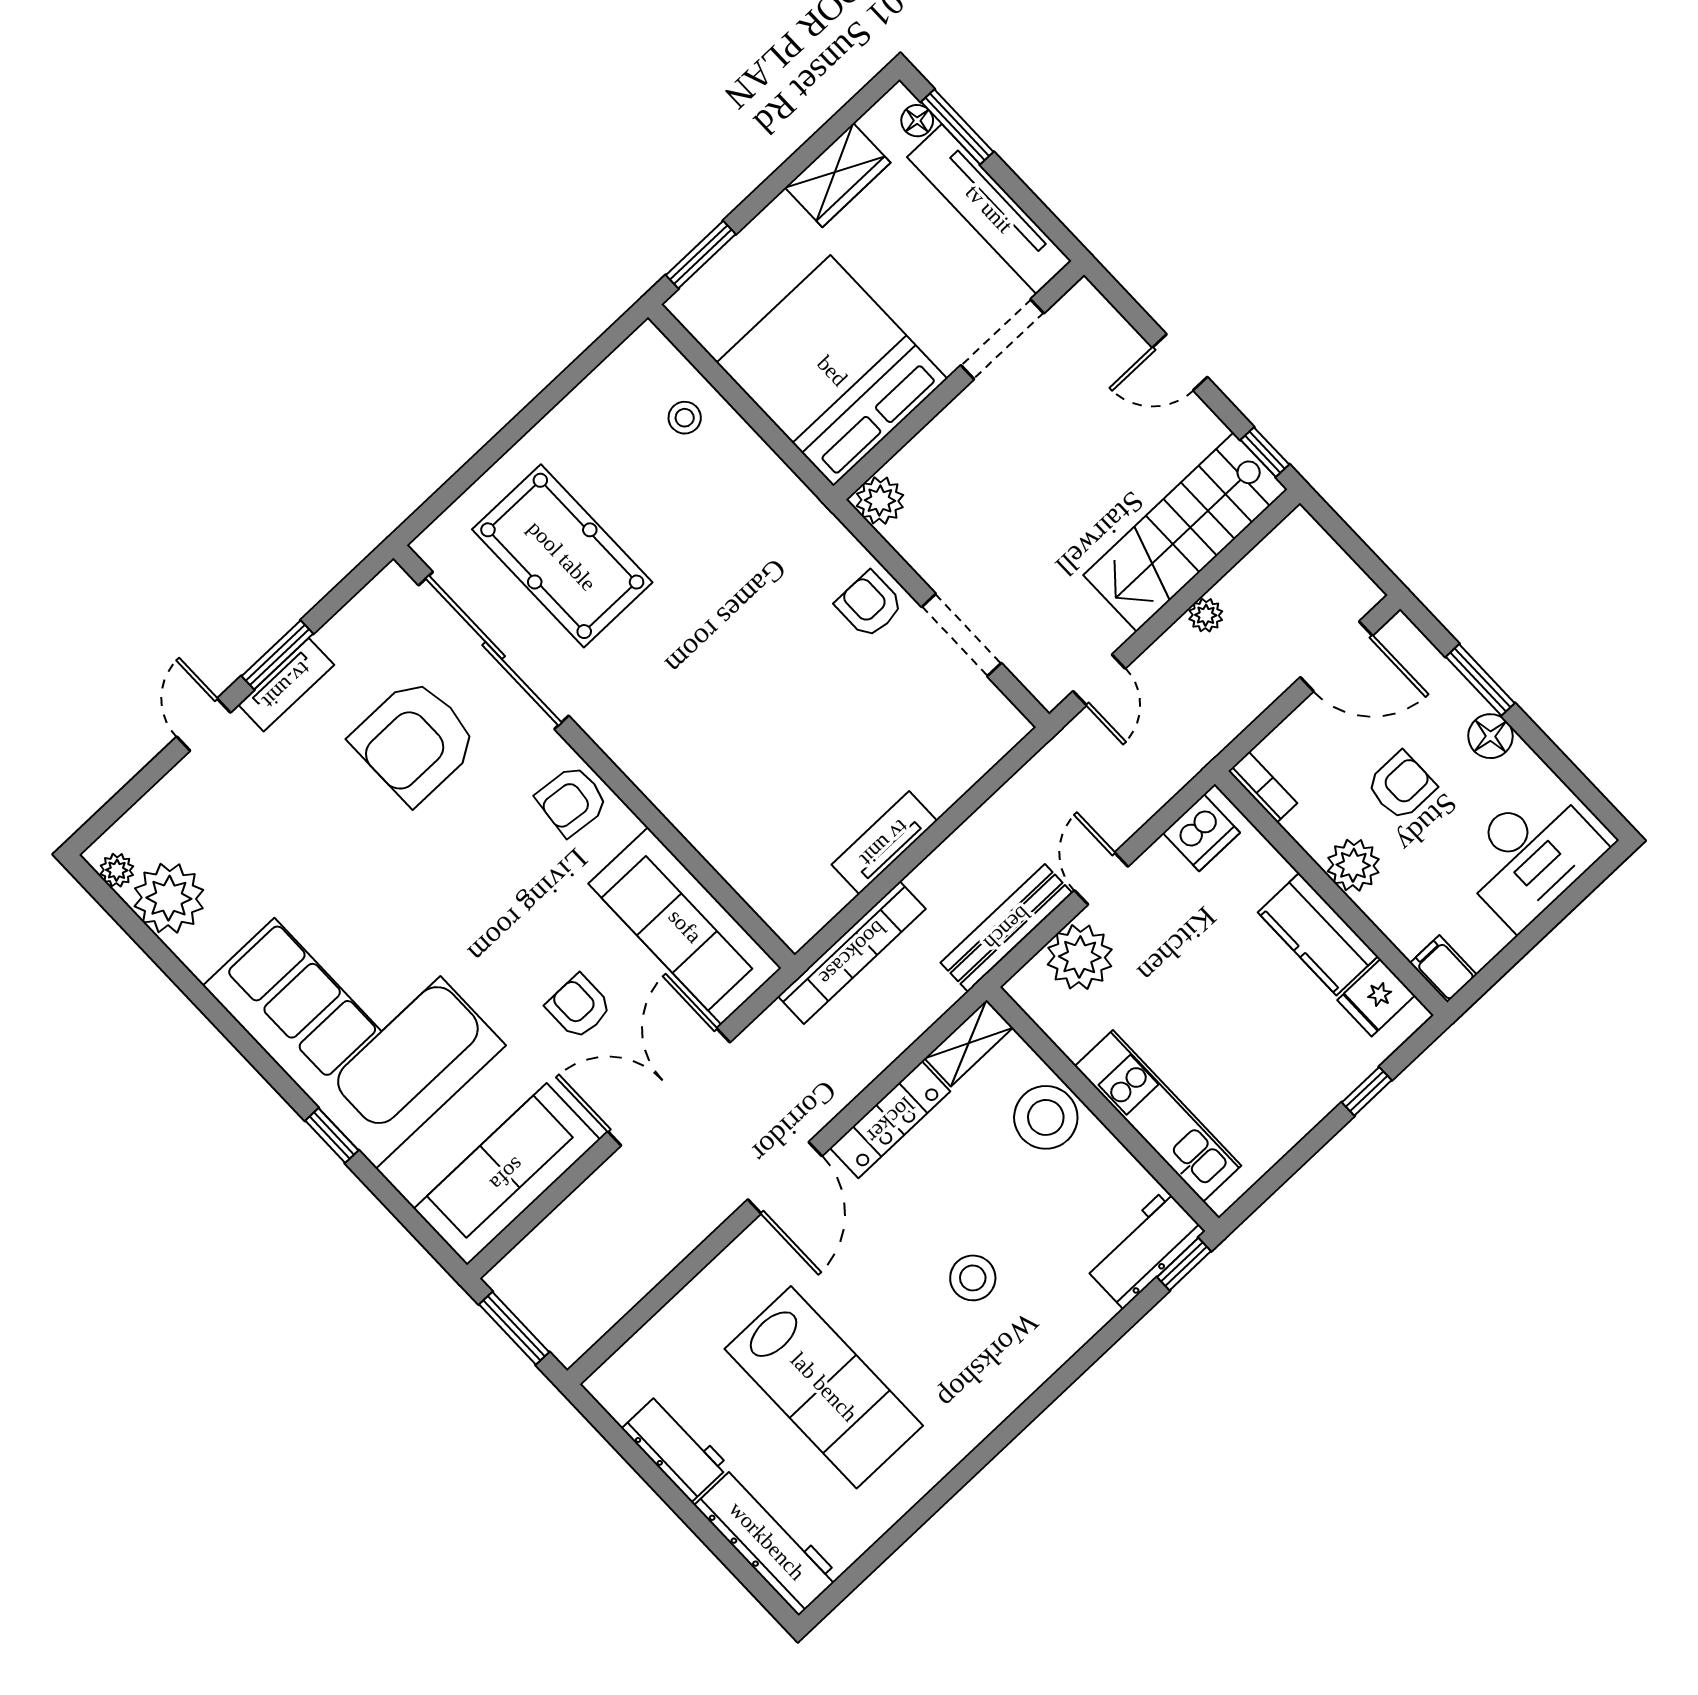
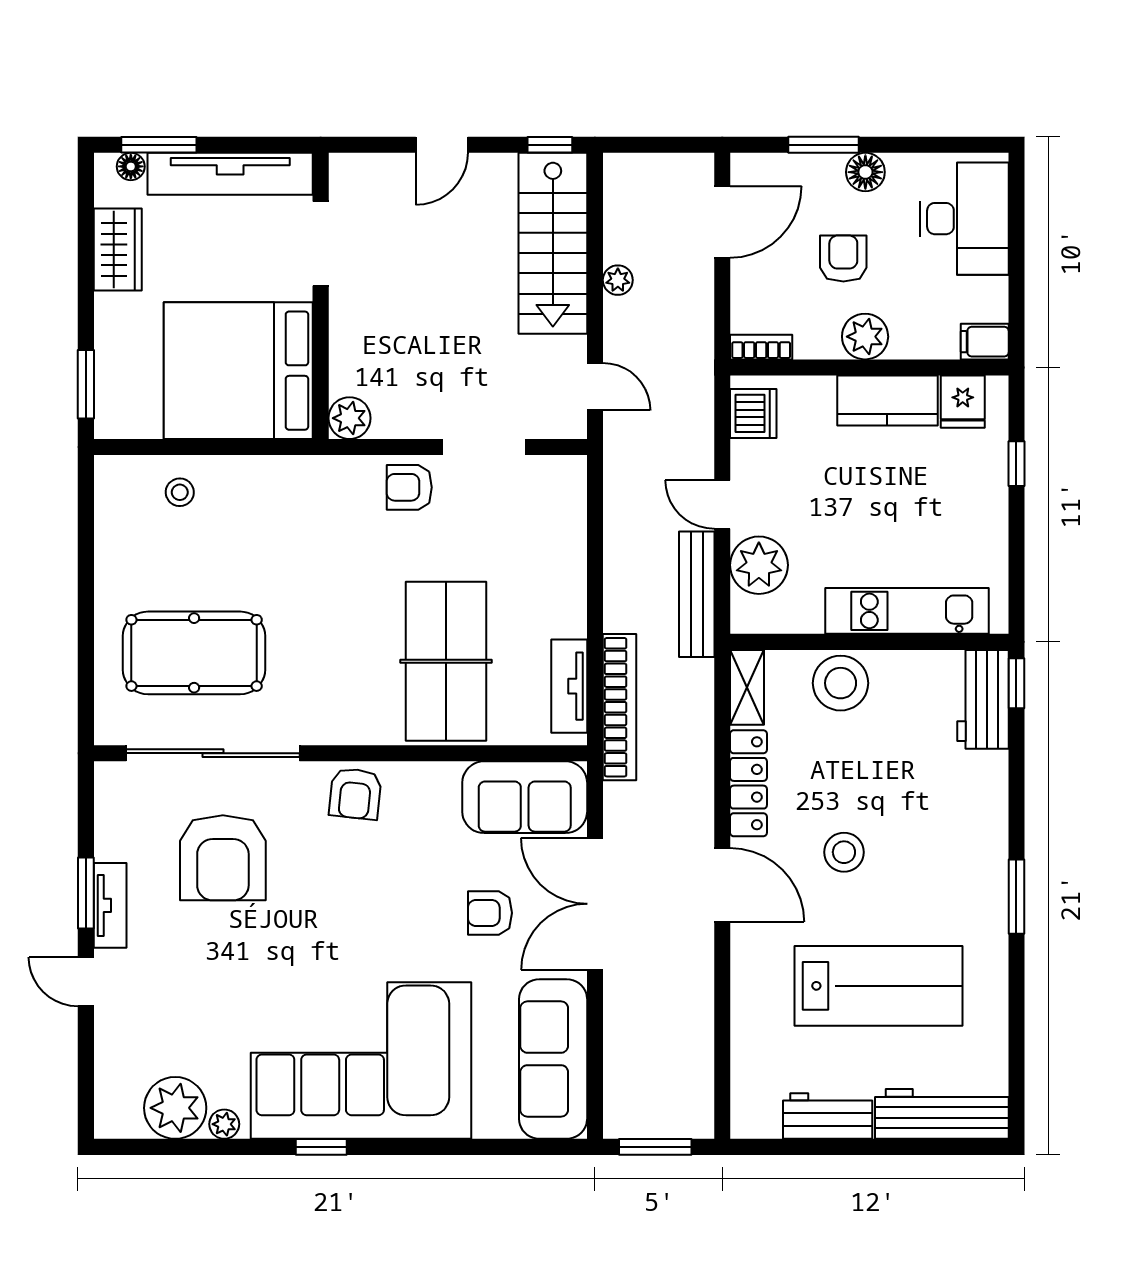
table tennis table: (754, 772) -> (446, 661), added
tv unit: (884, 843) -> (569, 686), moved
plant: (117, 870) -> (224, 1124), moved
sofa: (685, 926) -> (525, 797), width x0.73
window: (332, 1135) -> (321, 1147), moved
stool: (973, 1278) -> (844, 852), moved
window: (1006, 1432) -> (1016, 897), added

